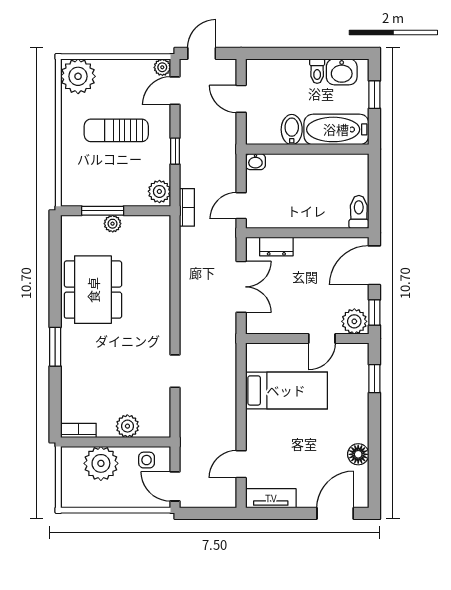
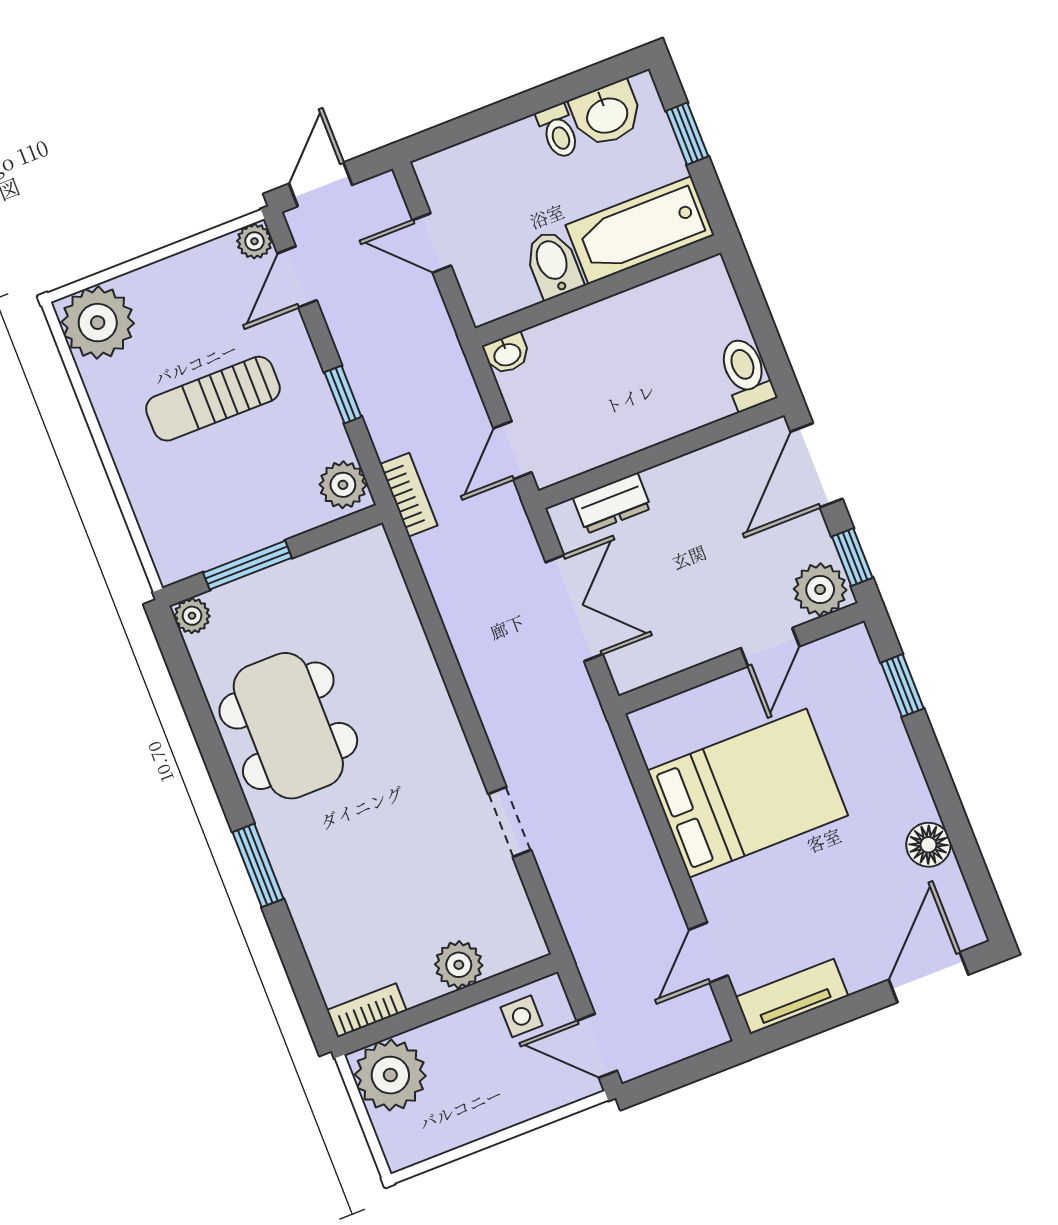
plant: (113, 224) -> (192, 616), moved
bed: (286, 390) -> (748, 793), width x1.50
plant: (101, 463) -> (390, 1075), moved

